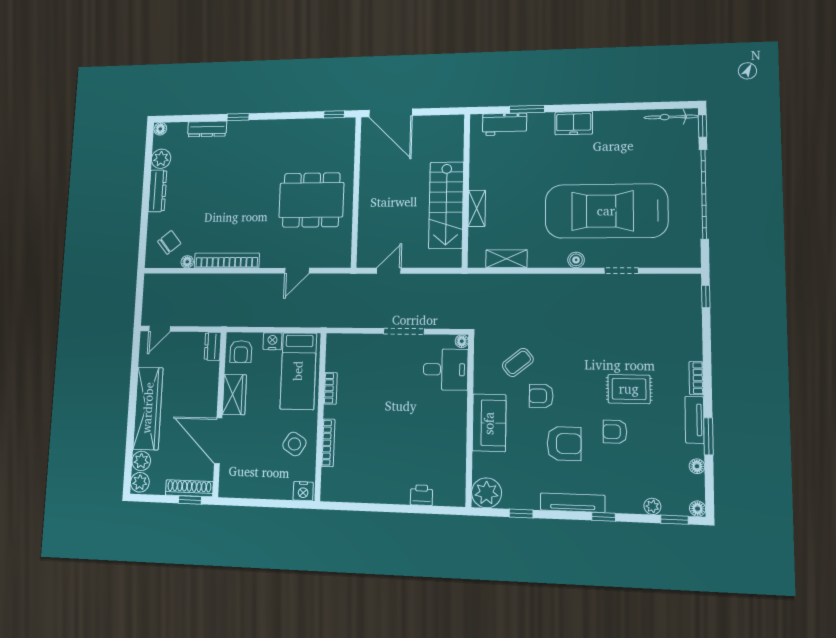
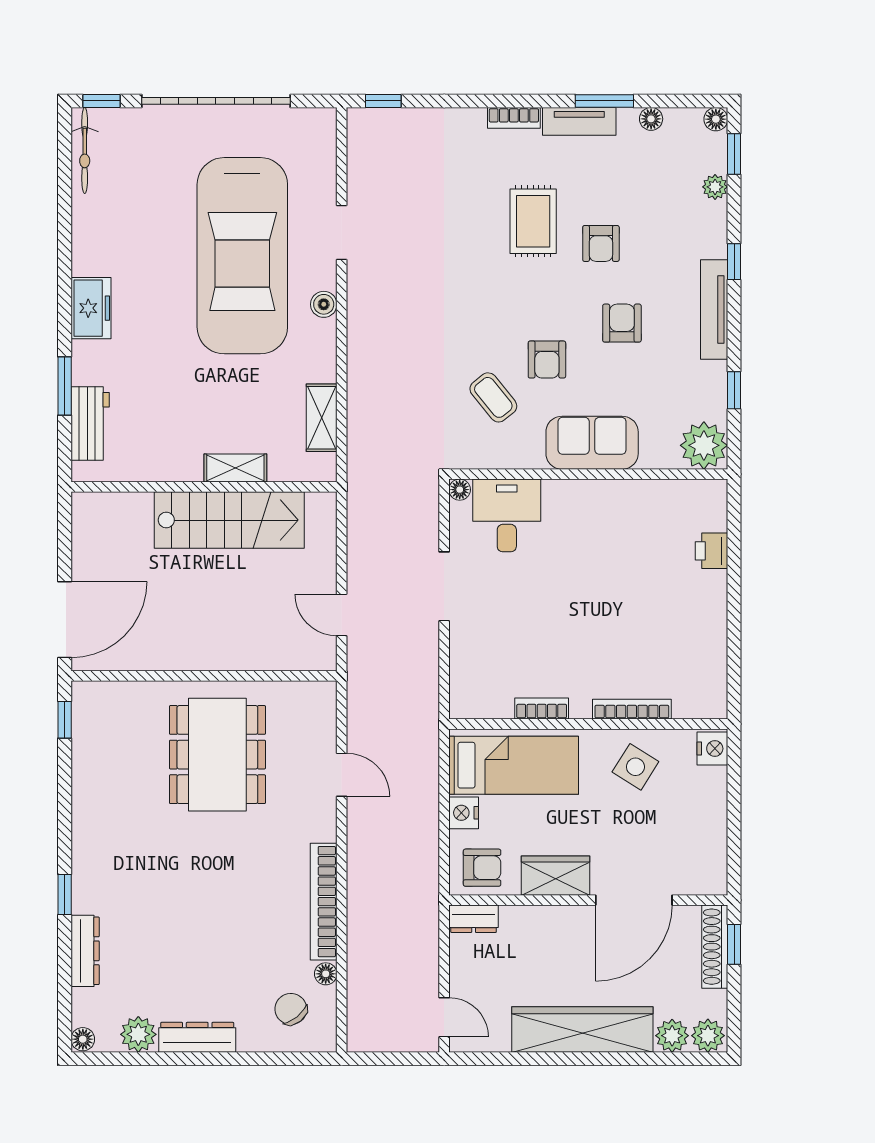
armchair: (564, 444) -> (622, 323), width x0.72, depth x0.72

